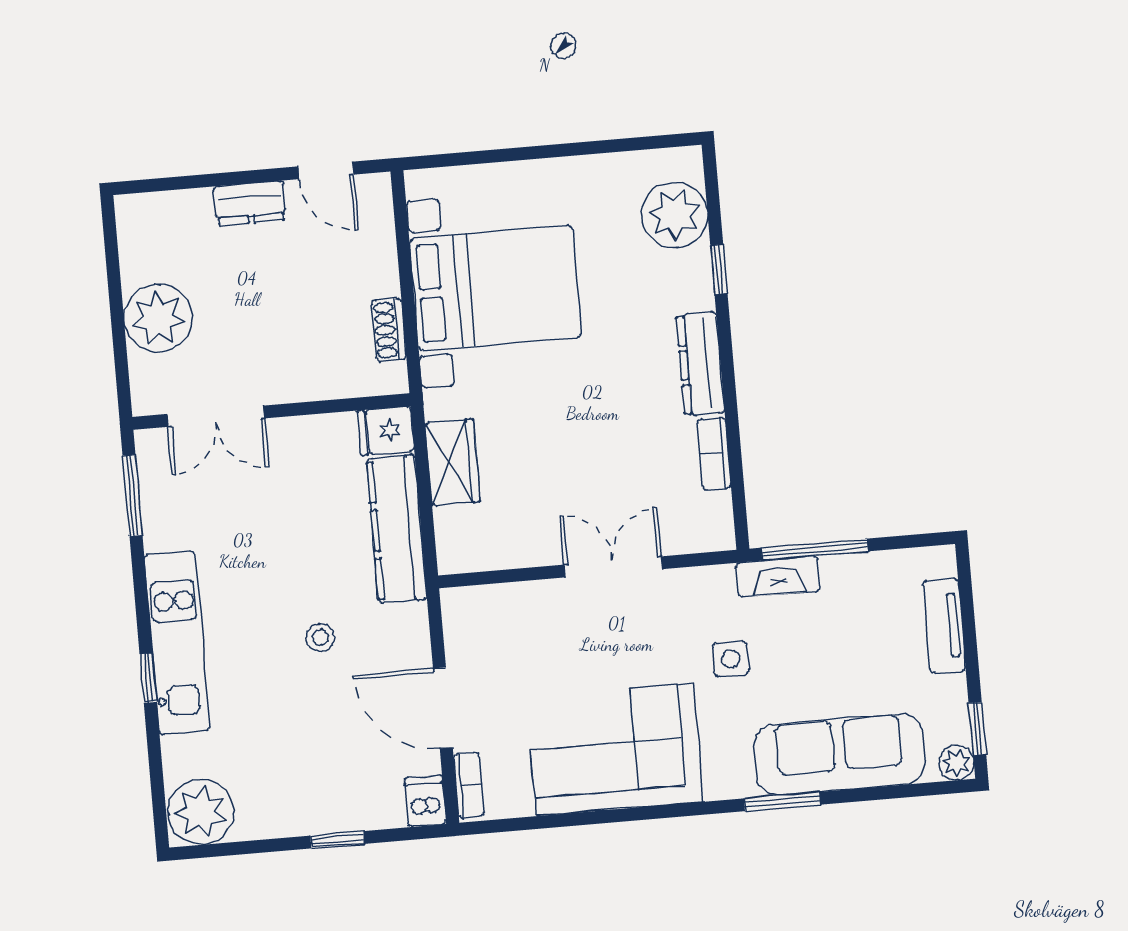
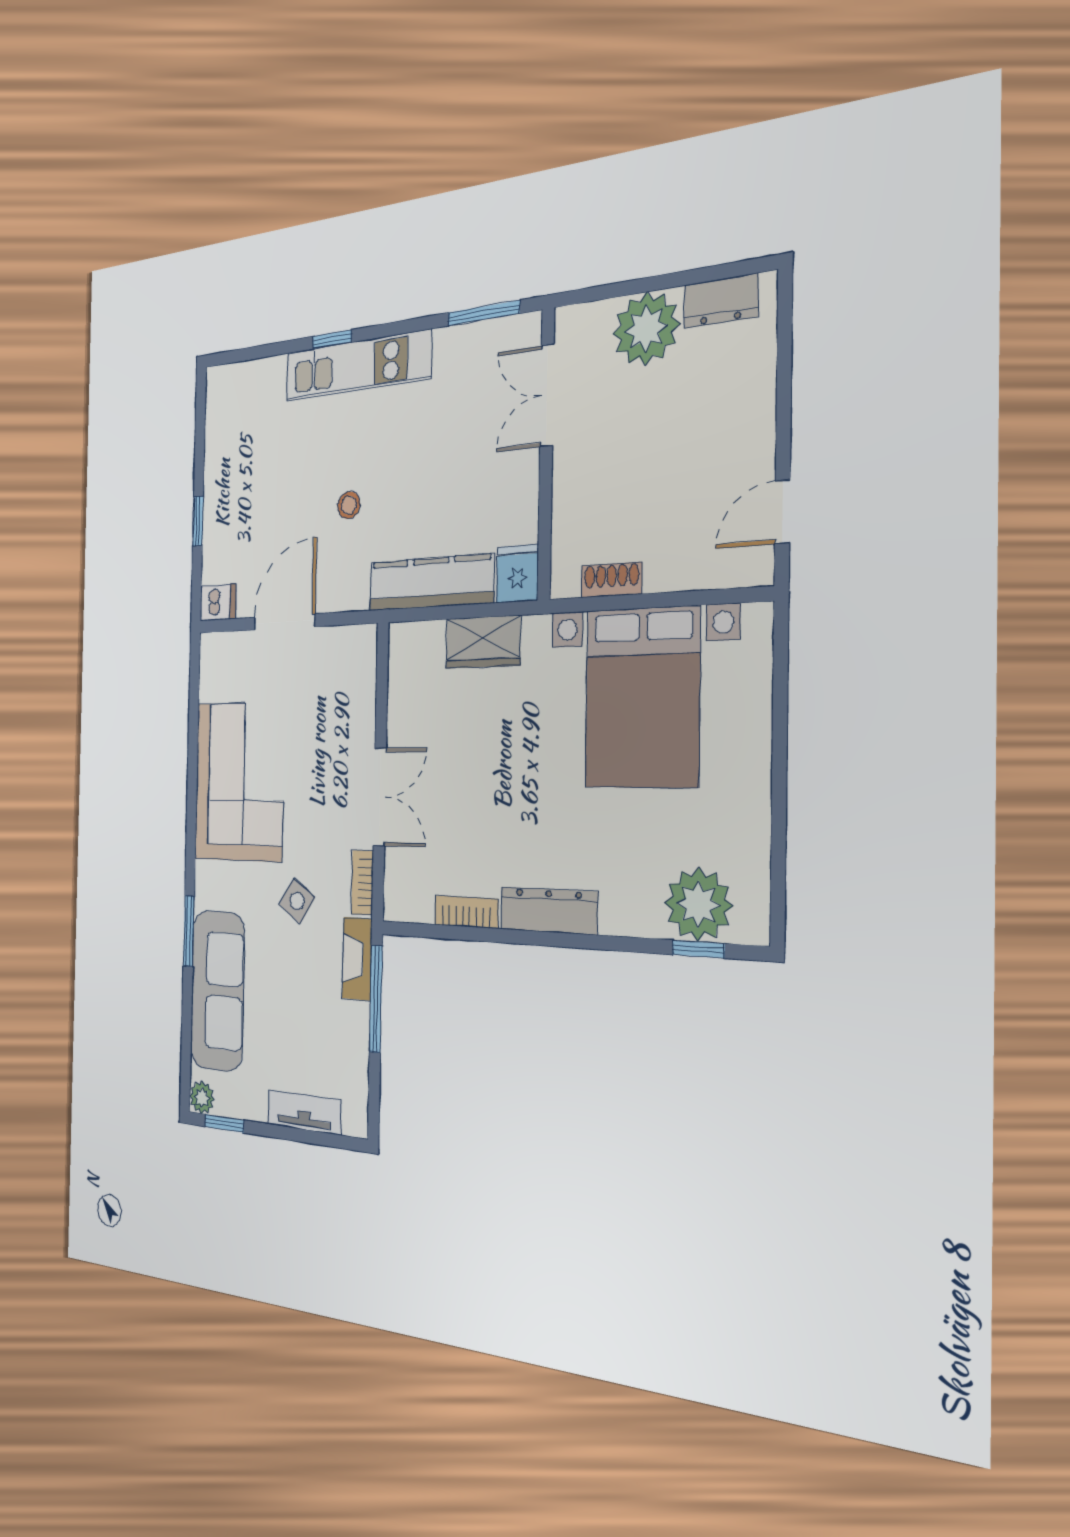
dresser: (250, 203) -> (721, 301), moved, turned -90
window: (719, 269) -> (698, 949), moved
side table: (731, 659) -> (297, 901), turned 34
bookcase: (469, 785) -> (362, 883), moved, turned 90
plant: (201, 812) -> (228, 395), removed

